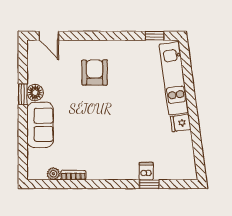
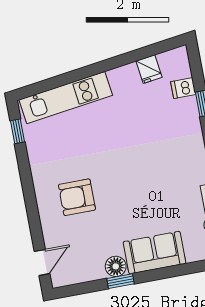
fridge: (181, 123) -> (149, 69), moved
dishwasher: (146, 171) -> (183, 88), moved

